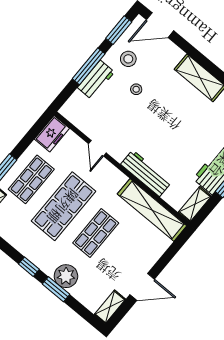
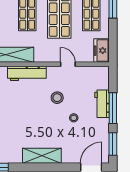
stool: (128, 59) -> (57, 98), moved

